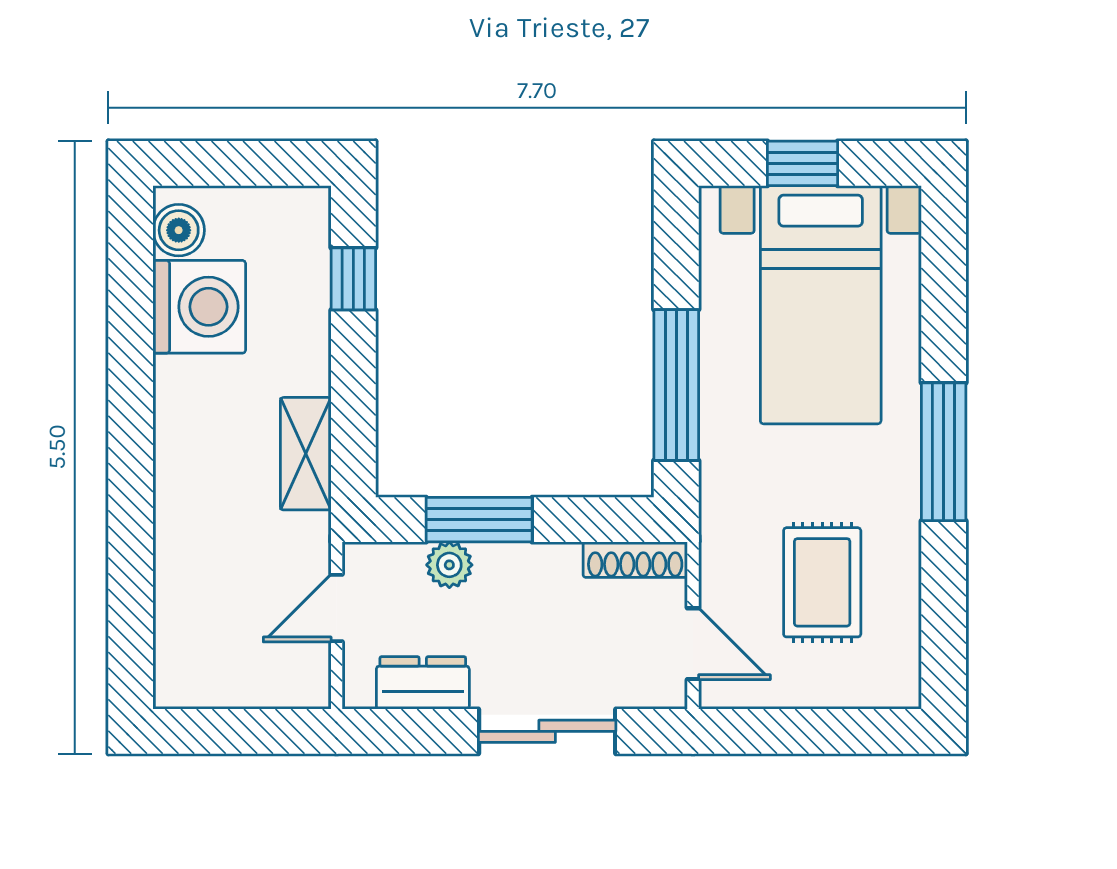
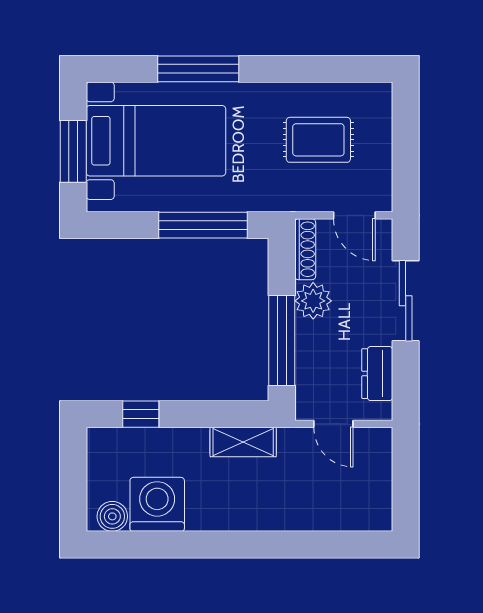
window: (803, 163) -> (73, 151), width x1.50
window: (944, 452) -> (198, 69), moved
window: (479, 520) -> (282, 341), width x1.44
plant: (449, 565) -> (313, 301), moved, width x1.38, depth x1.38
door: (693, 644) -> (354, 215), swing flipped

